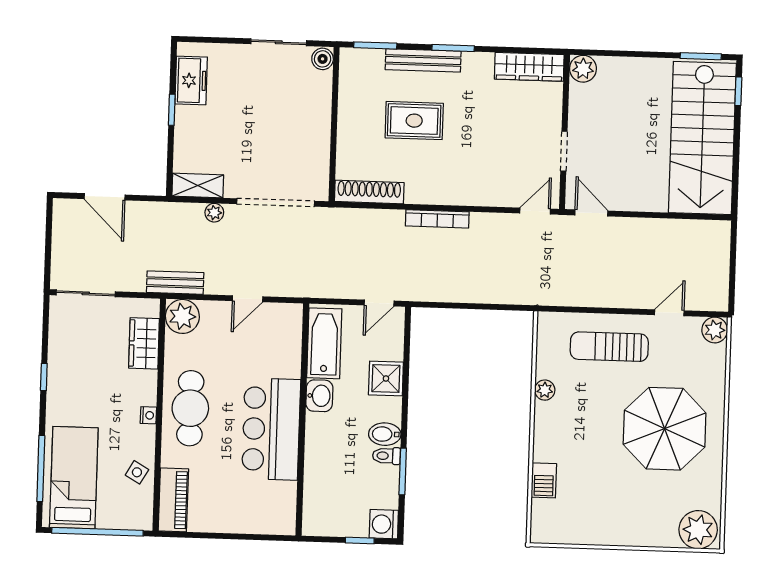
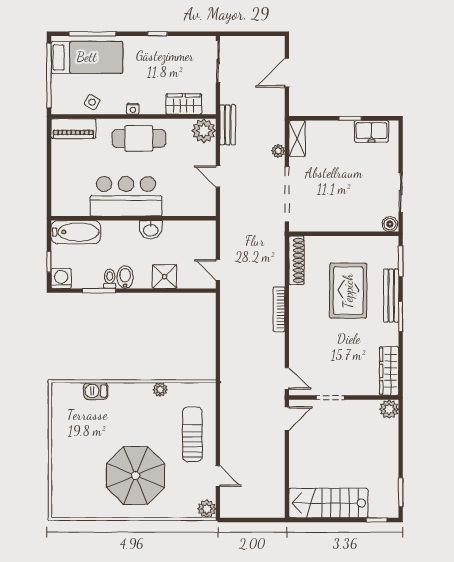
rug: (414, 121) -> (348, 291), width x1.36, depth x1.43
stairs: (702, 138) -> (328, 503), width x0.73, depth x0.66
bathtub: (324, 343) -> (76, 232), moved
plant: (698, 530) -> (65, 502), removed

